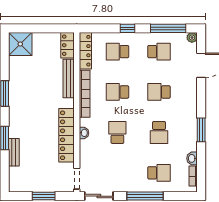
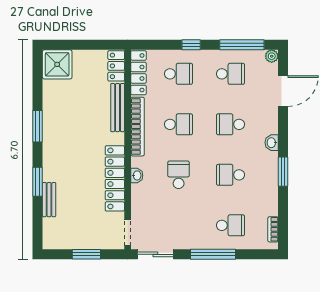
school desk: (117, 52) -> (179, 74), turned 180
school desk: (117, 92) -> (179, 124), turned 180
school desk: (159, 132) -> (230, 175), turned 90
washbasin: (192, 158) -> (272, 143), moved

